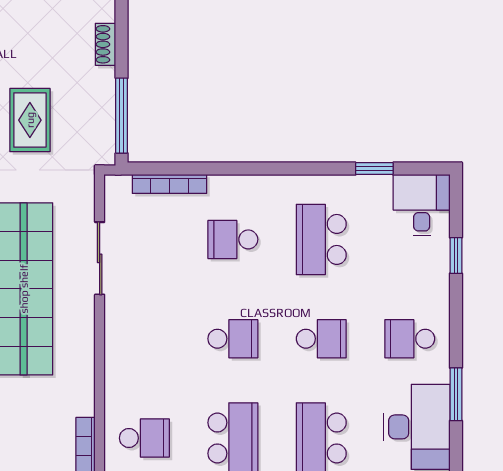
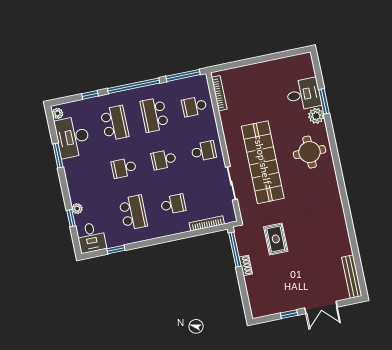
shoe rack: (106, 44) -> (246, 266), moved
plant: (439, 273) -> (77, 209), added
school desk: (410, 339) -> (204, 151), moved

